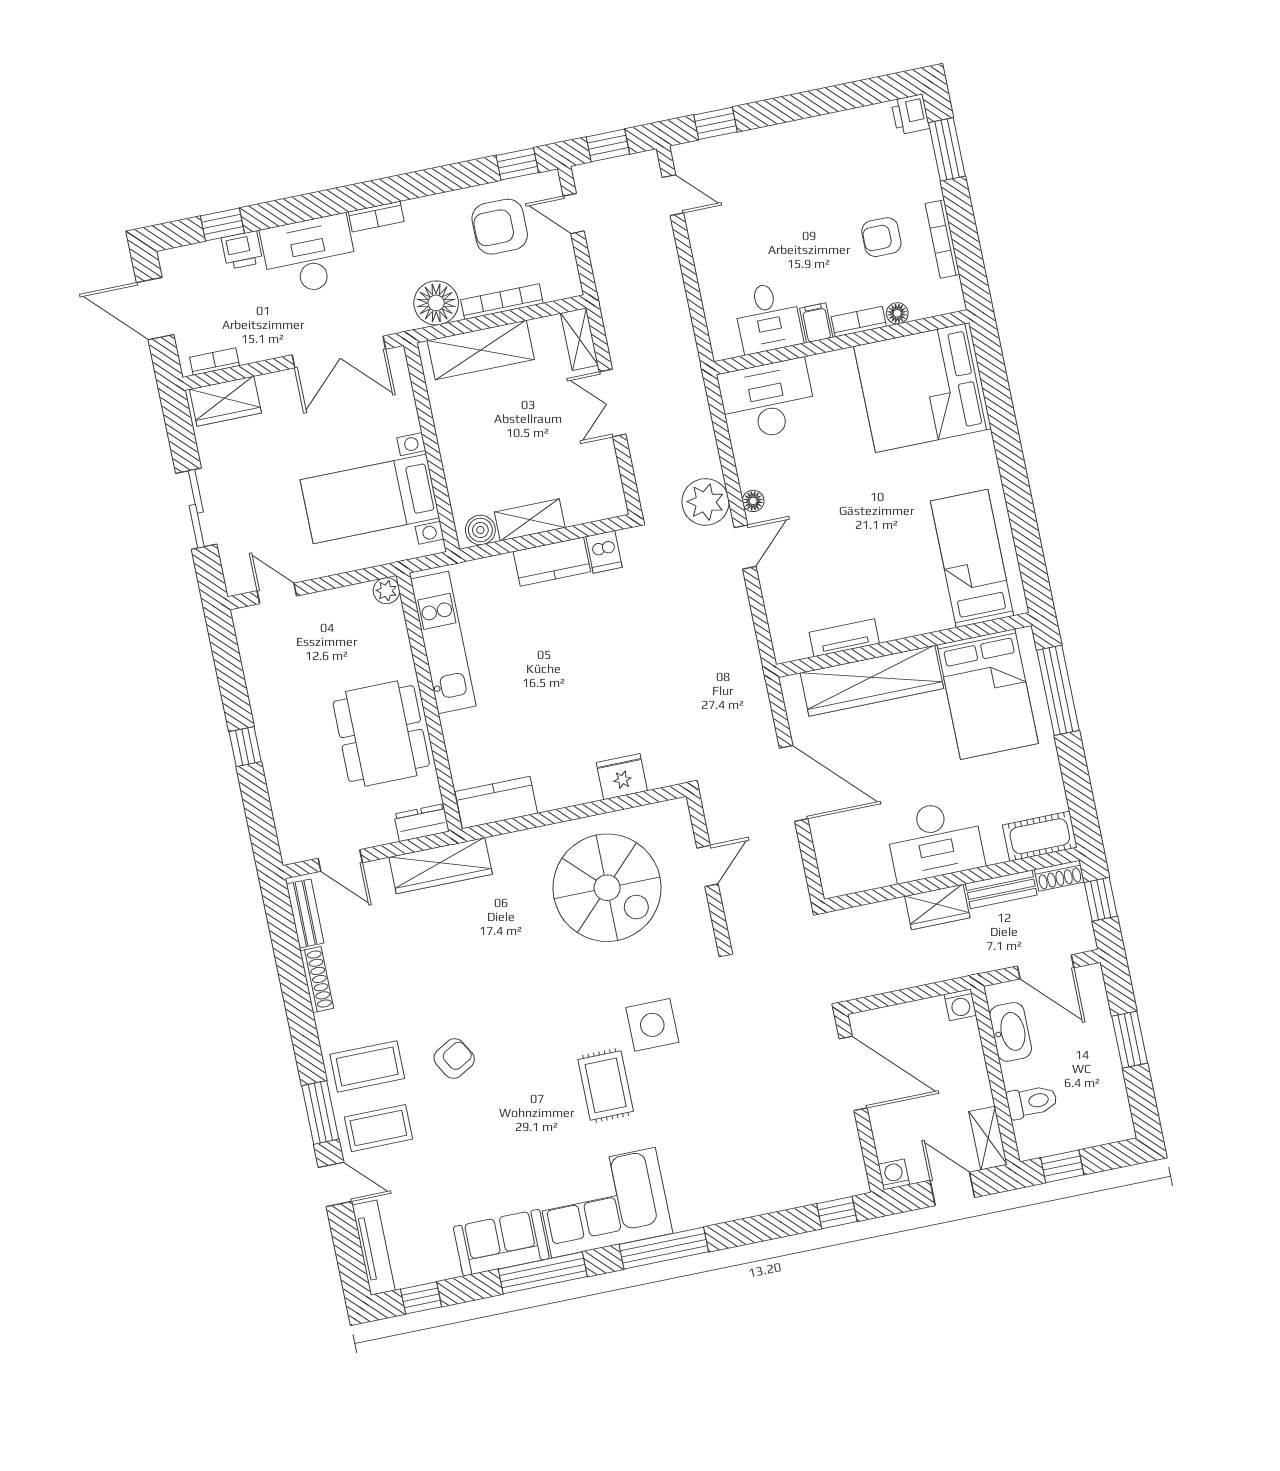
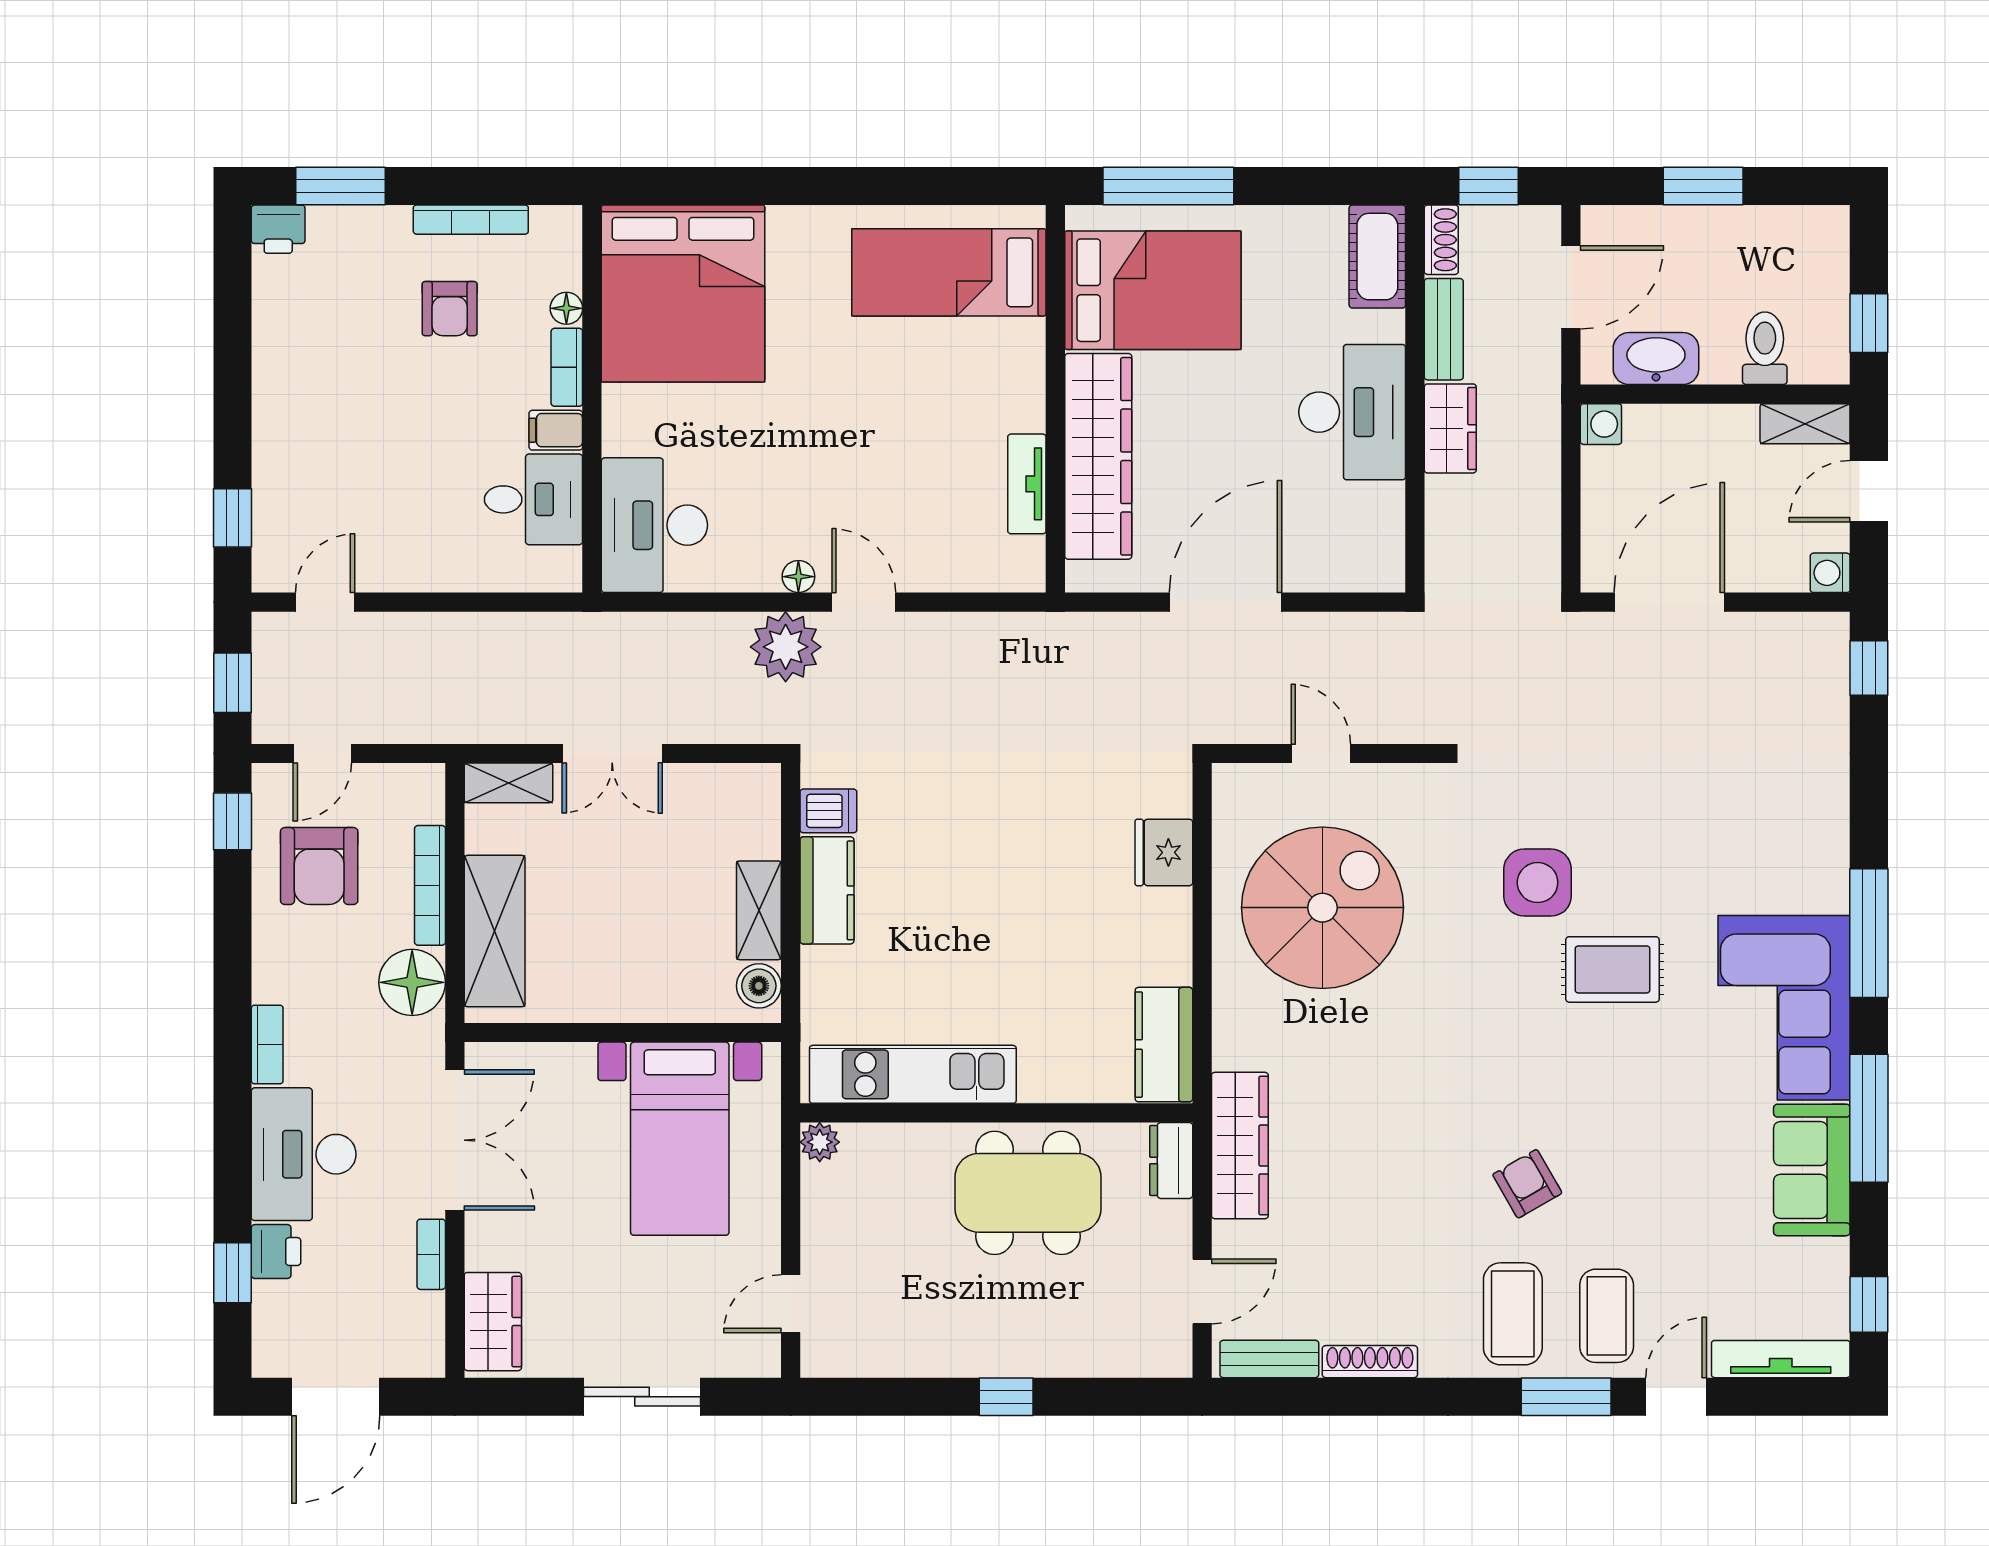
bookcase: (214, 361) -> (431, 1254), moved

